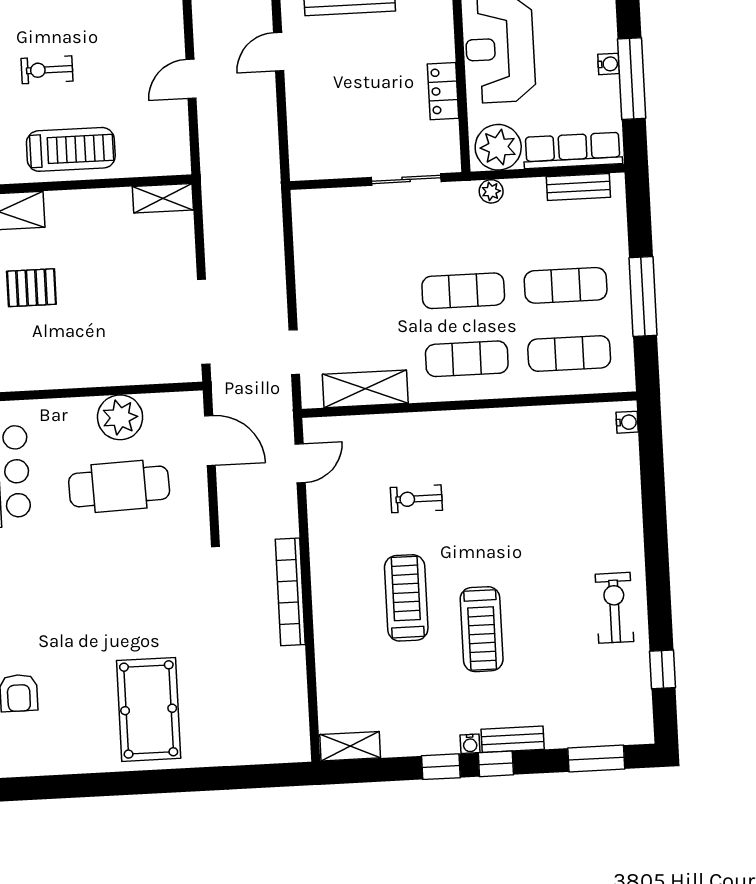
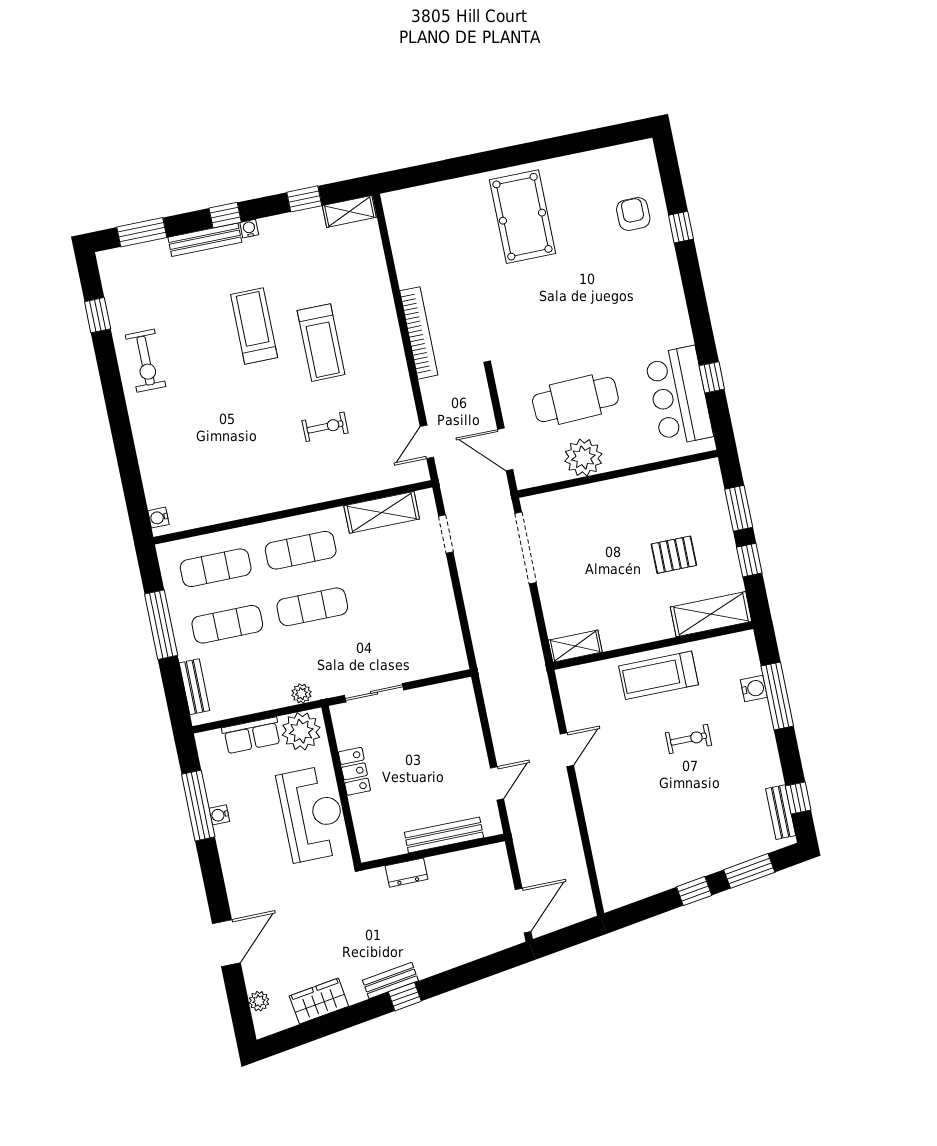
row of seats: (573, 150) -> (252, 735), width x0.68
bench: (578, 187) -> (194, 687), moved, turned 90
bench: (513, 739) -> (205, 240), width x1.36
window: (441, 767) -> (304, 199), moved

